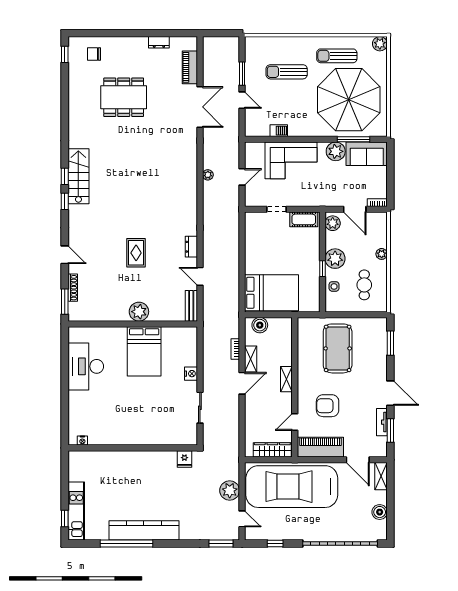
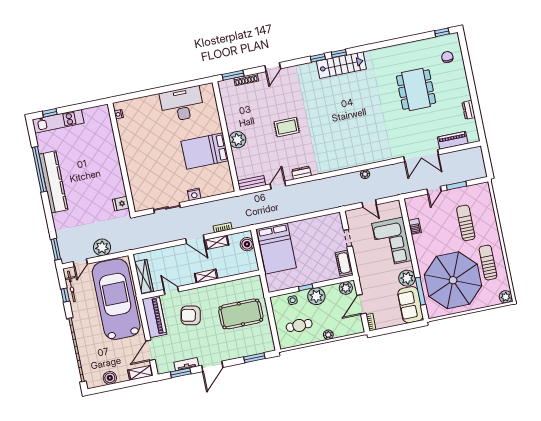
armchair: (328, 406) -> (191, 315), turned -78
bicycle: (267, 534) -> (71, 286), added

